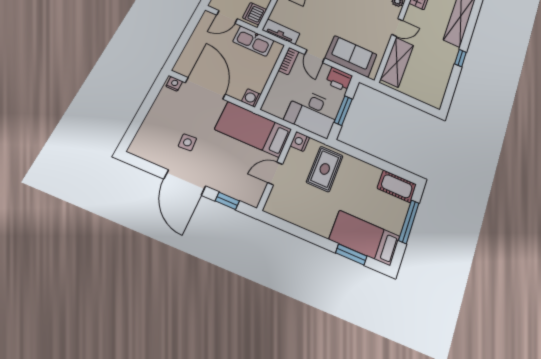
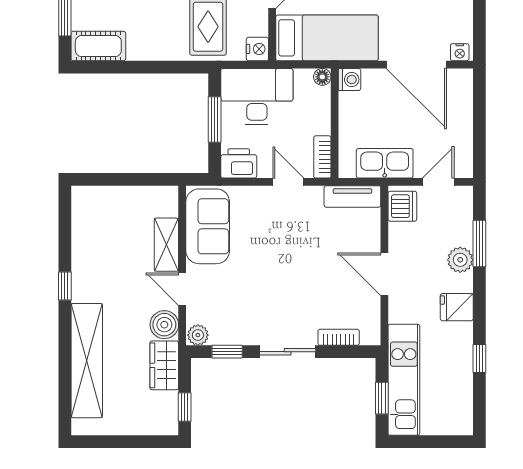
boiler: (414, 14) -> (164, 325), added
door: (397, 28) -> (182, 289), hinge flipped
sofa: (351, 56) -> (208, 226), moved, turned -90
shelving: (397, 62) -> (166, 245), width x0.67, depth x0.75
floor lamp: (267, 107) -> (322, 77), added

